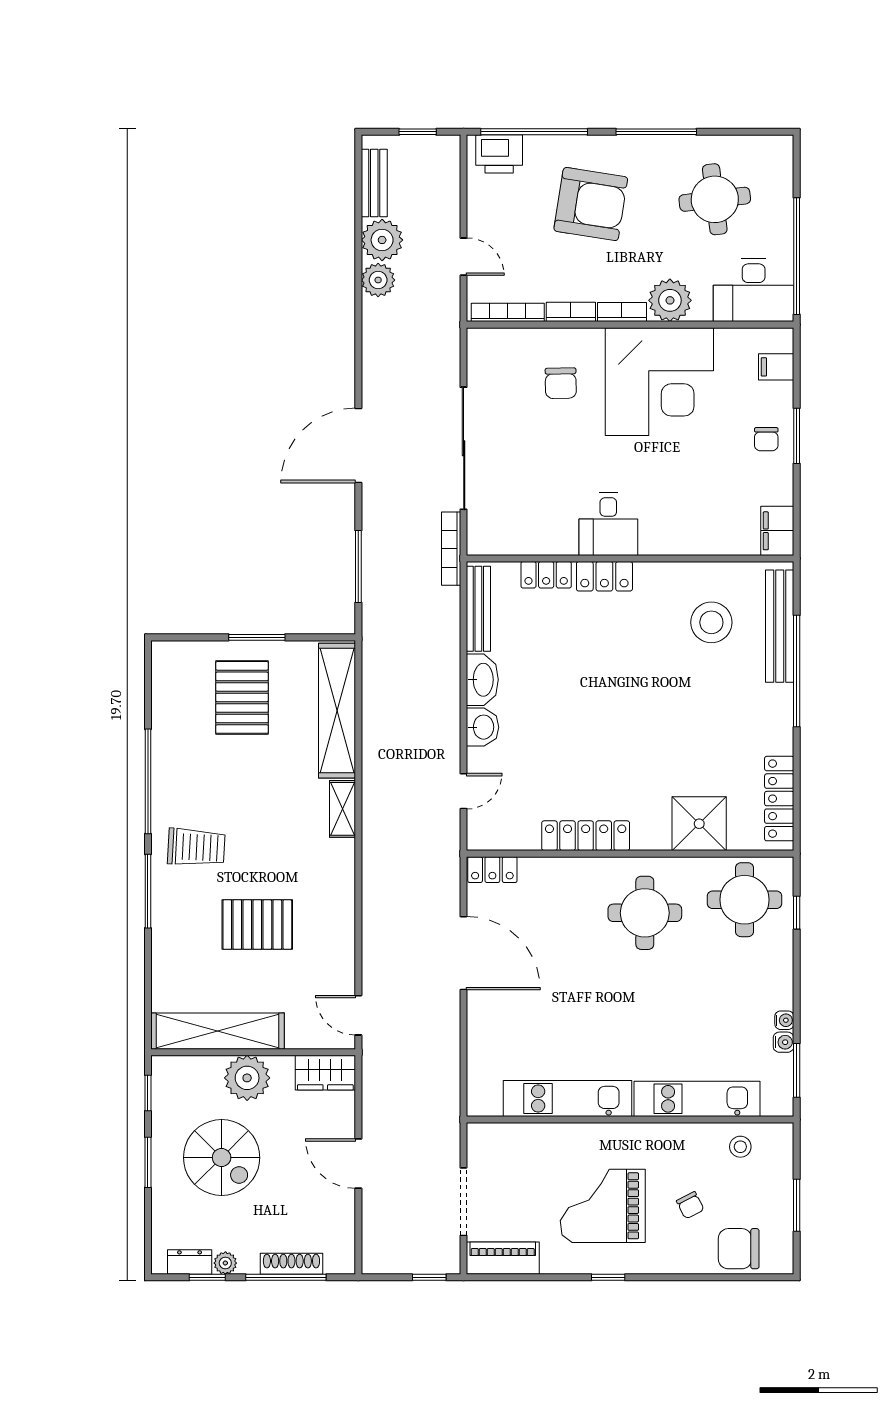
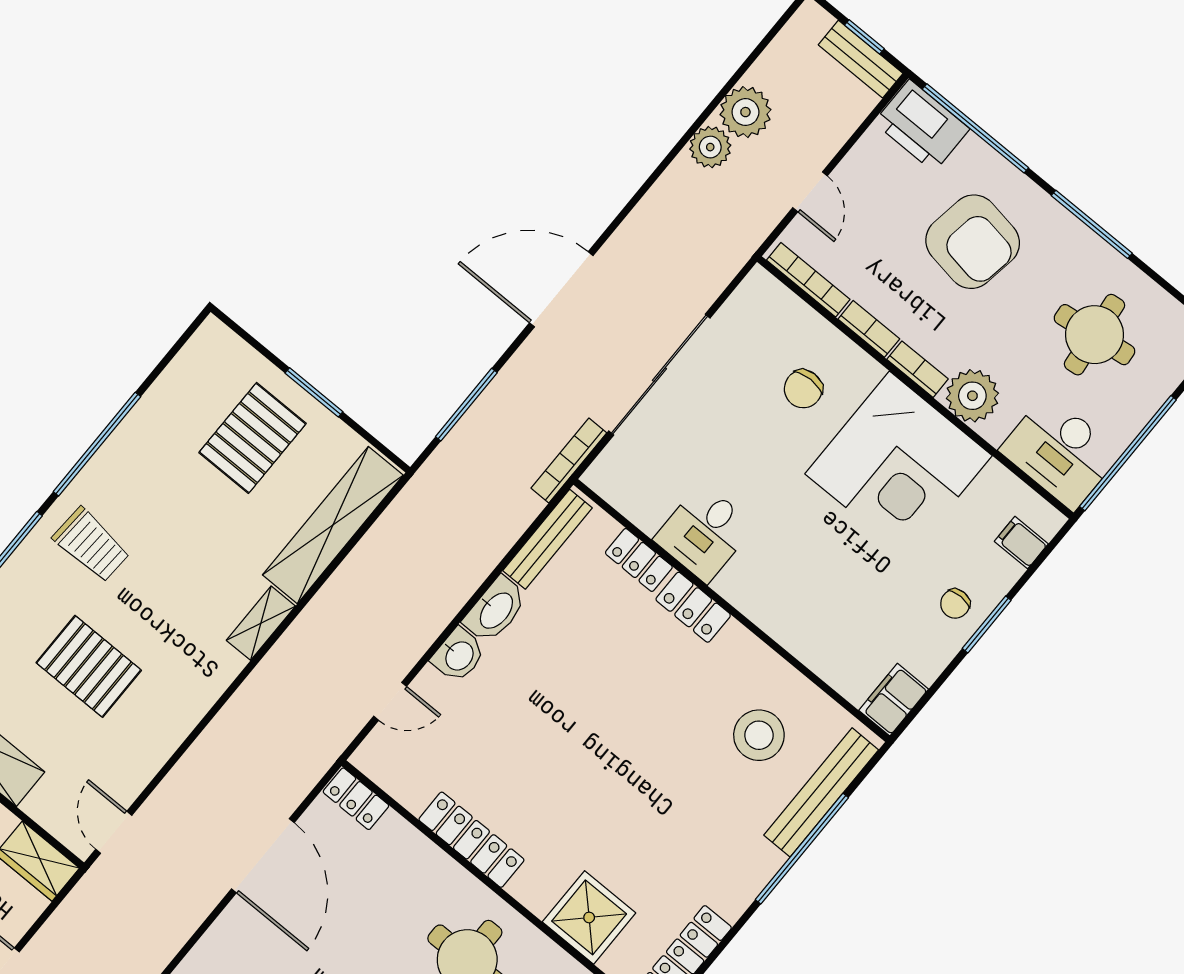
printer: (499, 154) -> (922, 126), width x1.37, depth x1.19
bench: (374, 183) -> (861, 59), moved, turned 90
desk: (608, 524) -> (704, 533), moved

